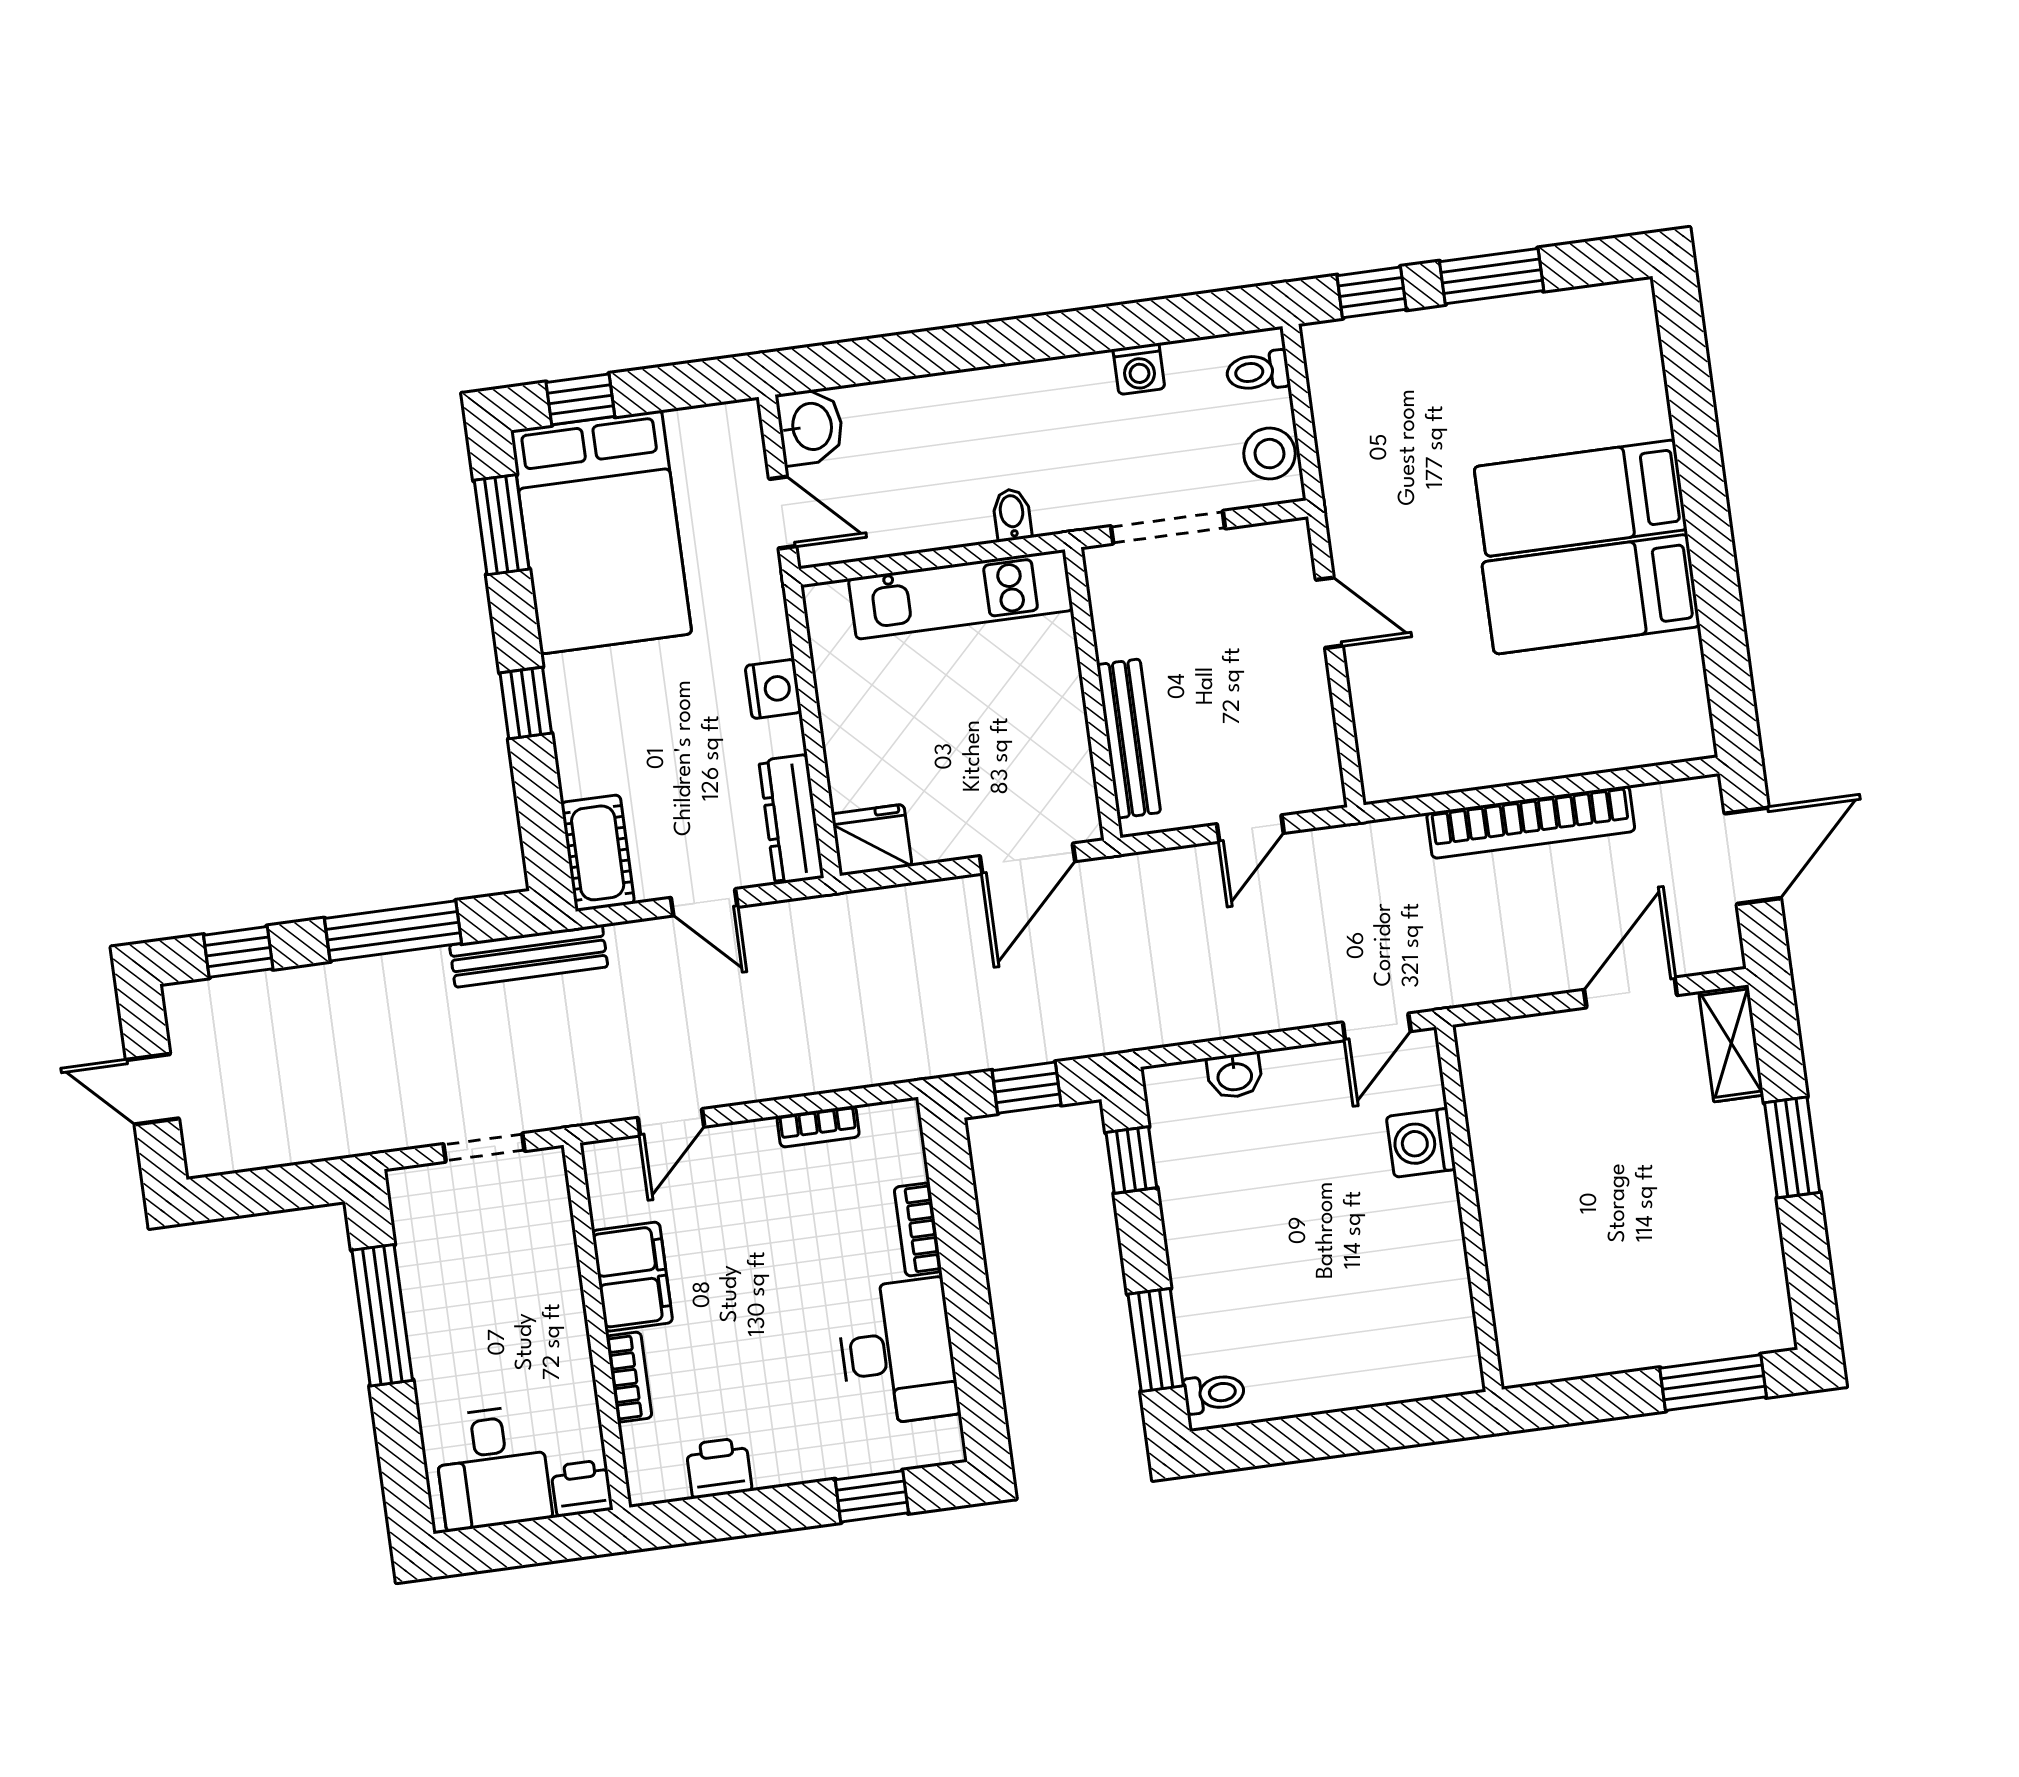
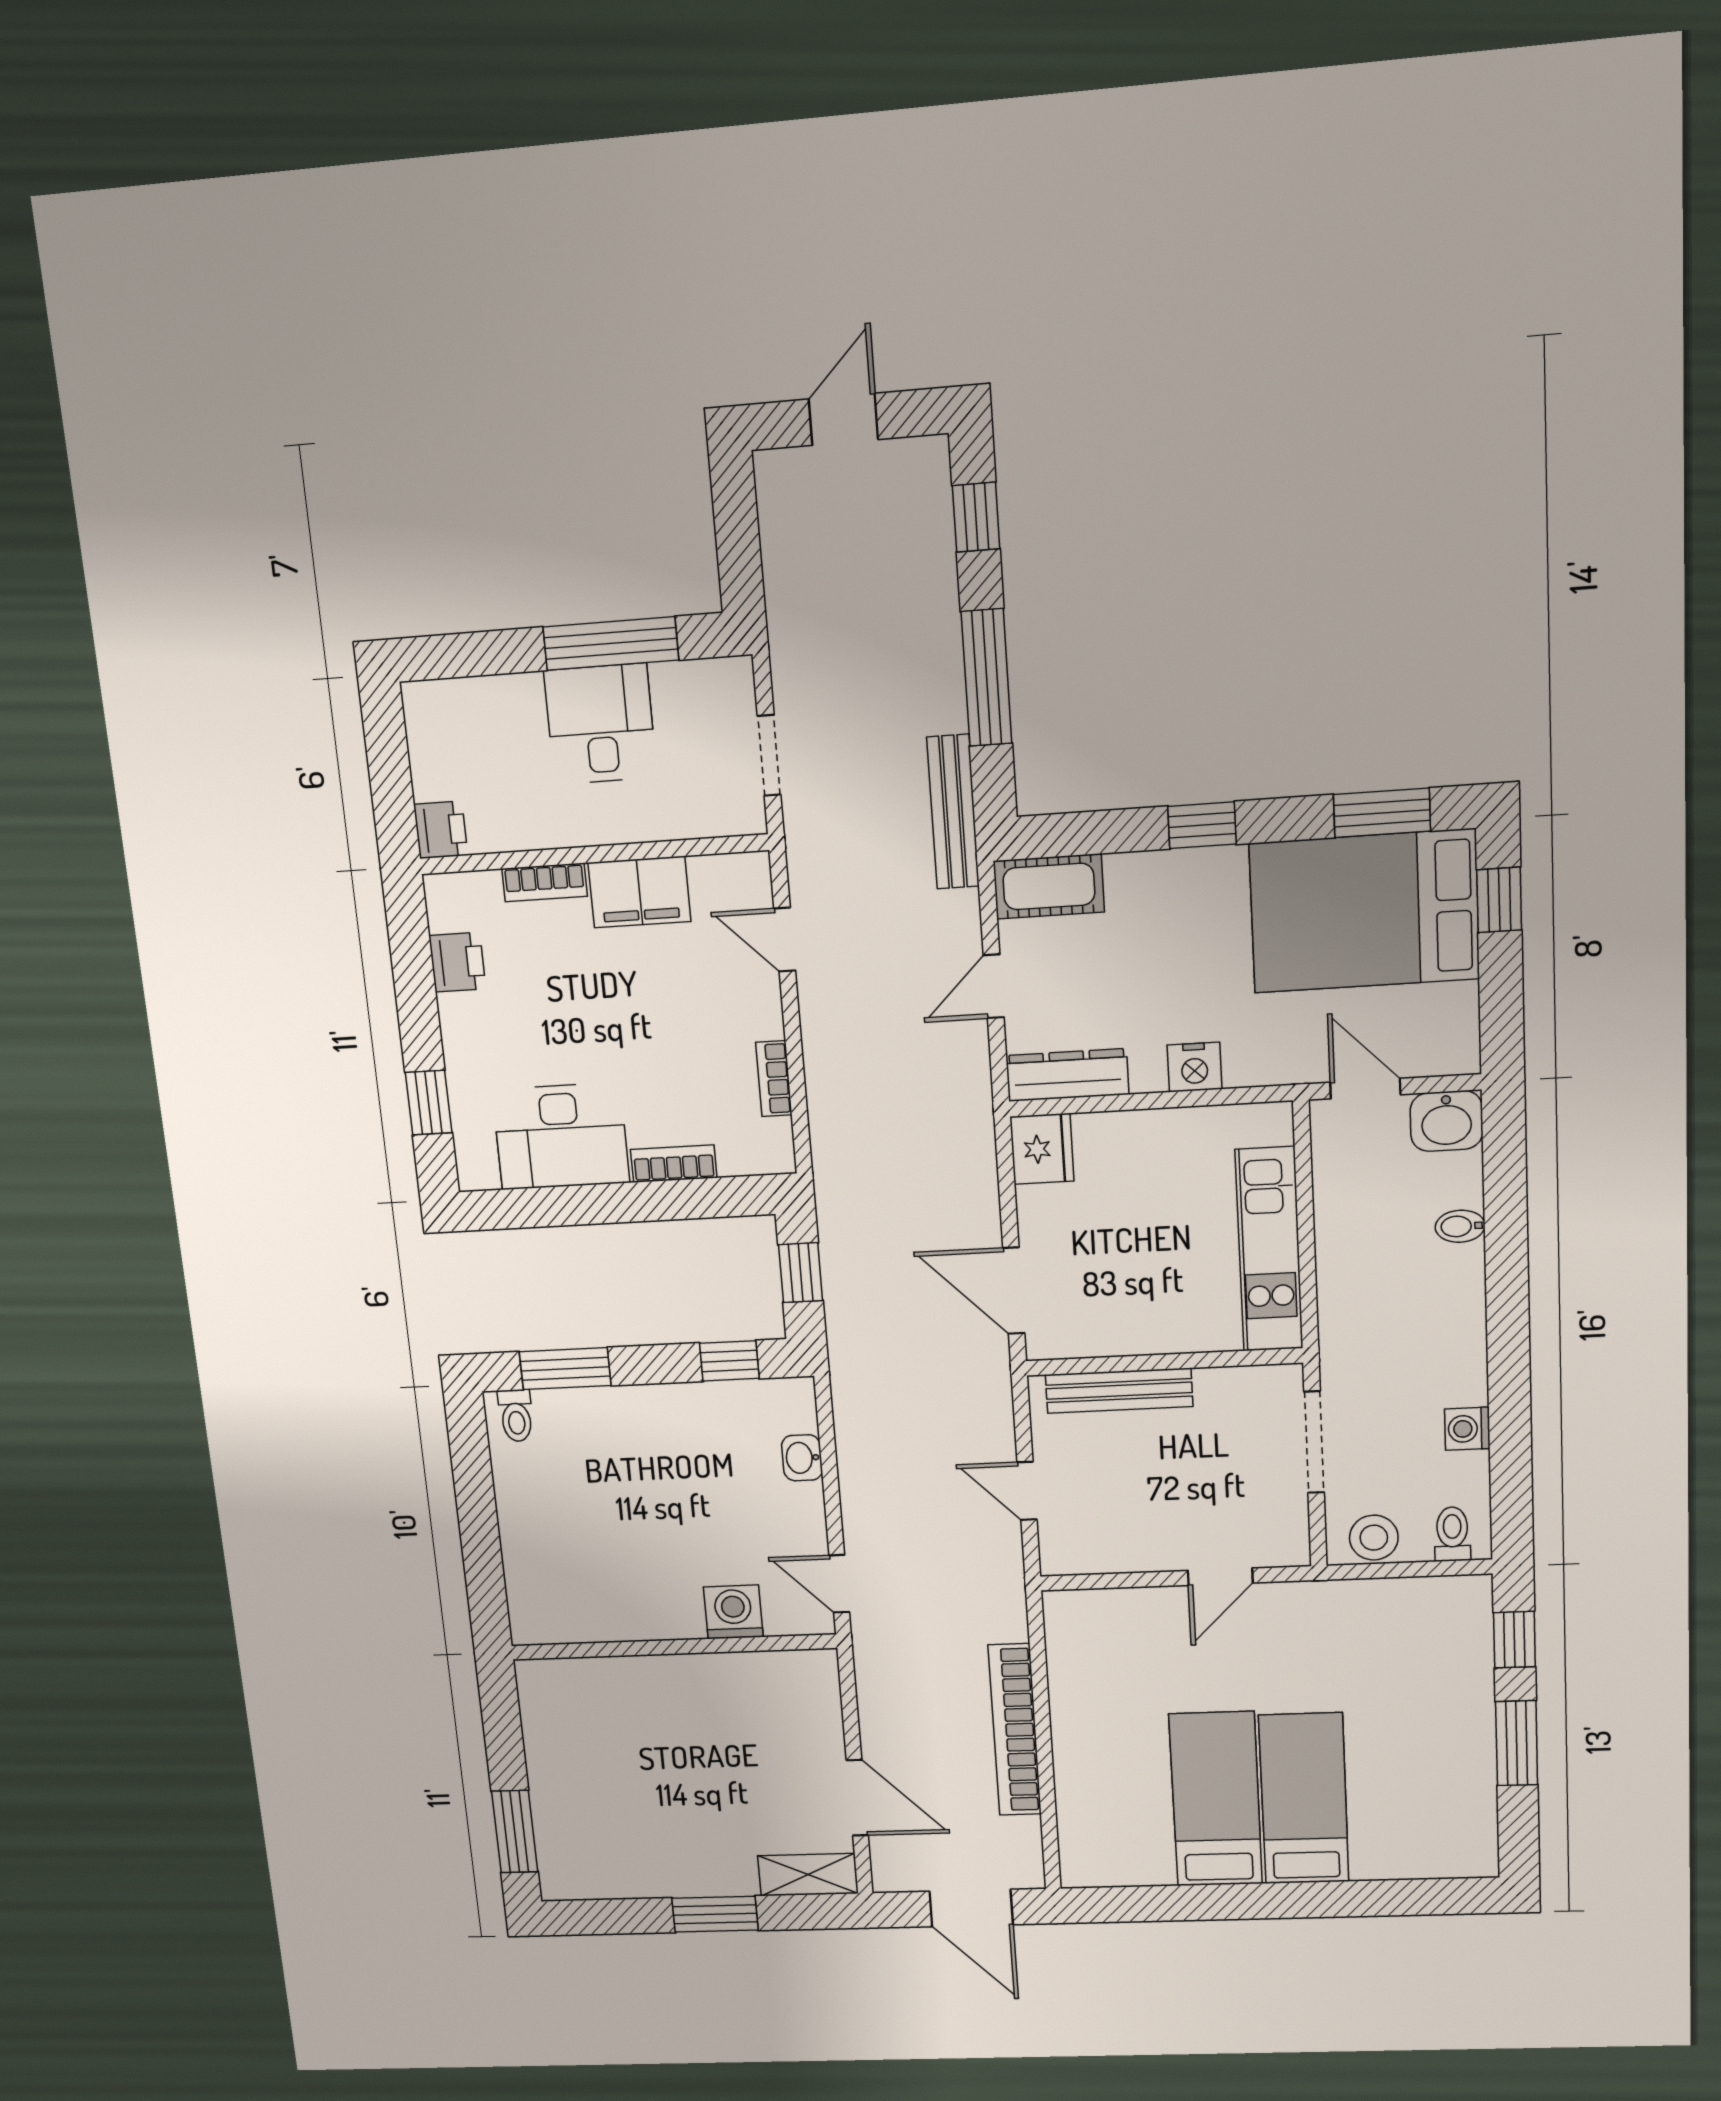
door: (783, 512) -> (1365, 1089), swing flipped
bidet: (1012, 515) -> (1460, 1226), moved, turned 180
desk: (492, 1468) -> (600, 724), moved, turned 90

